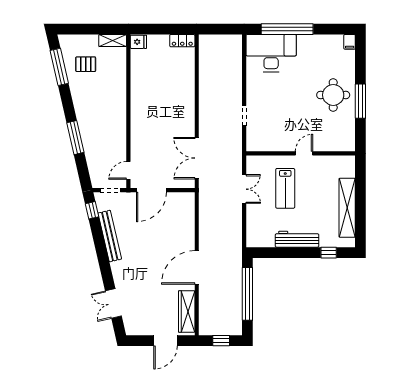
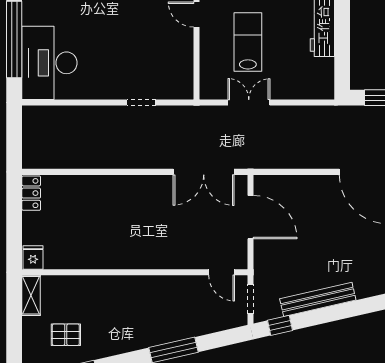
pallet: (86, 64) -> (66, 335), turned 90
lab bench: (285, 188) -> (248, 42), turned -90
door: (151, 190) -> (250, 217), moved

